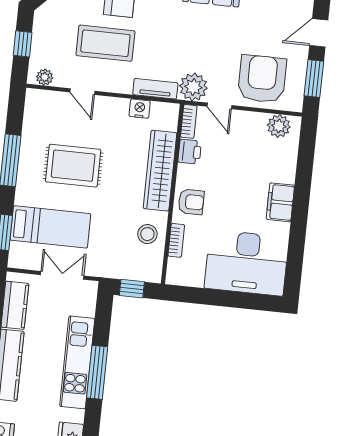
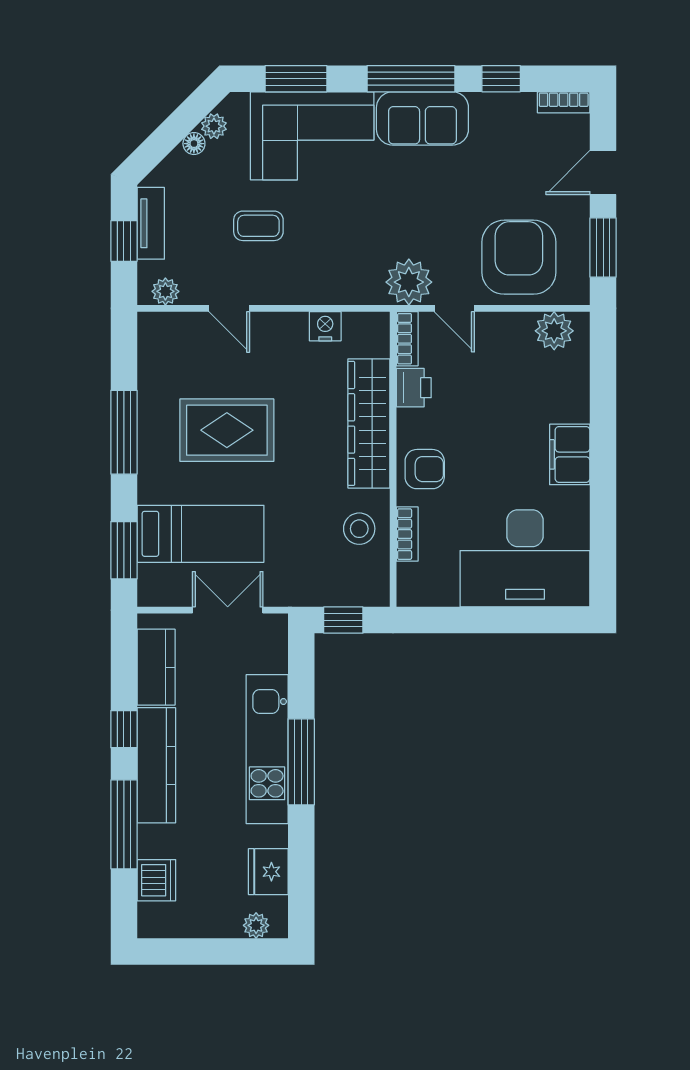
coffee table: (105, 43) -> (258, 226), width x0.54, depth x0.58
tv unit: (155, 89) -> (151, 223), moved, turned 90

